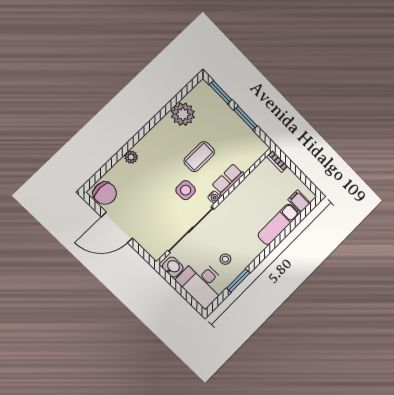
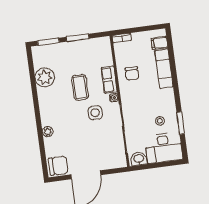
chair: (251, 197) -> (132, 73), added

